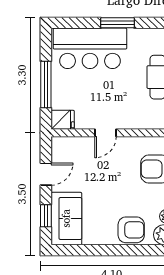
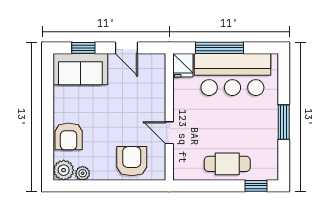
bar counter: (90, 48) -> (232, 74), moved, turned -90
door: (105, 133) -> (169, 133), moved

